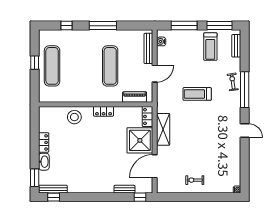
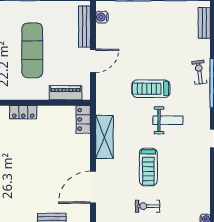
treadmill: (210, 47) -> (148, 167), moved
weight bench: (210, 117) -> (168, 120), added
shower: (140, 140) -> (73, 152), removed

